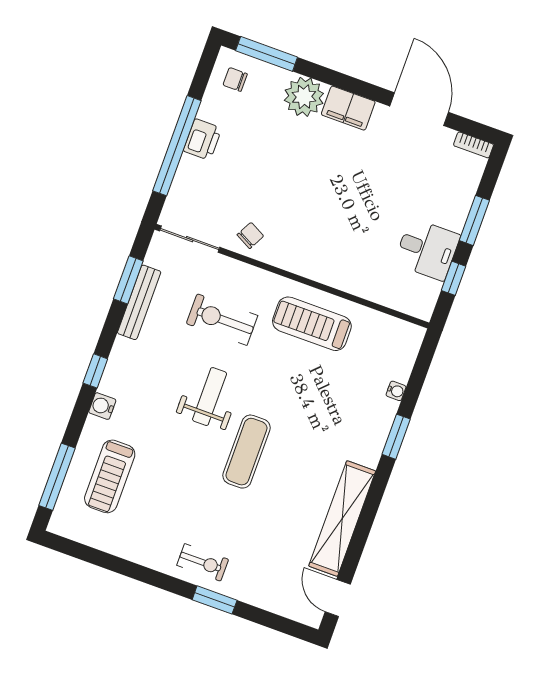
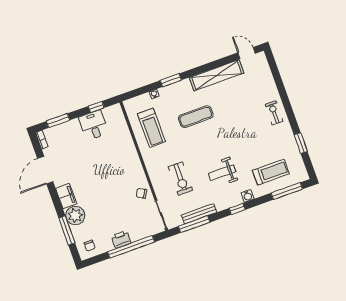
window: (267, 54) -> (67, 230), moved
window: (474, 220) -> (58, 121), moved
window: (128, 280) -> (194, 224), width x1.44
treadmill: (312, 324) -> (151, 128), moved
weight bench: (210, 397) -> (222, 173), moved
exercise mat: (247, 452) -> (196, 117), moved
door: (338, 598) -> (247, 53), swing flipped
window: (215, 600) -> (301, 143), moved

